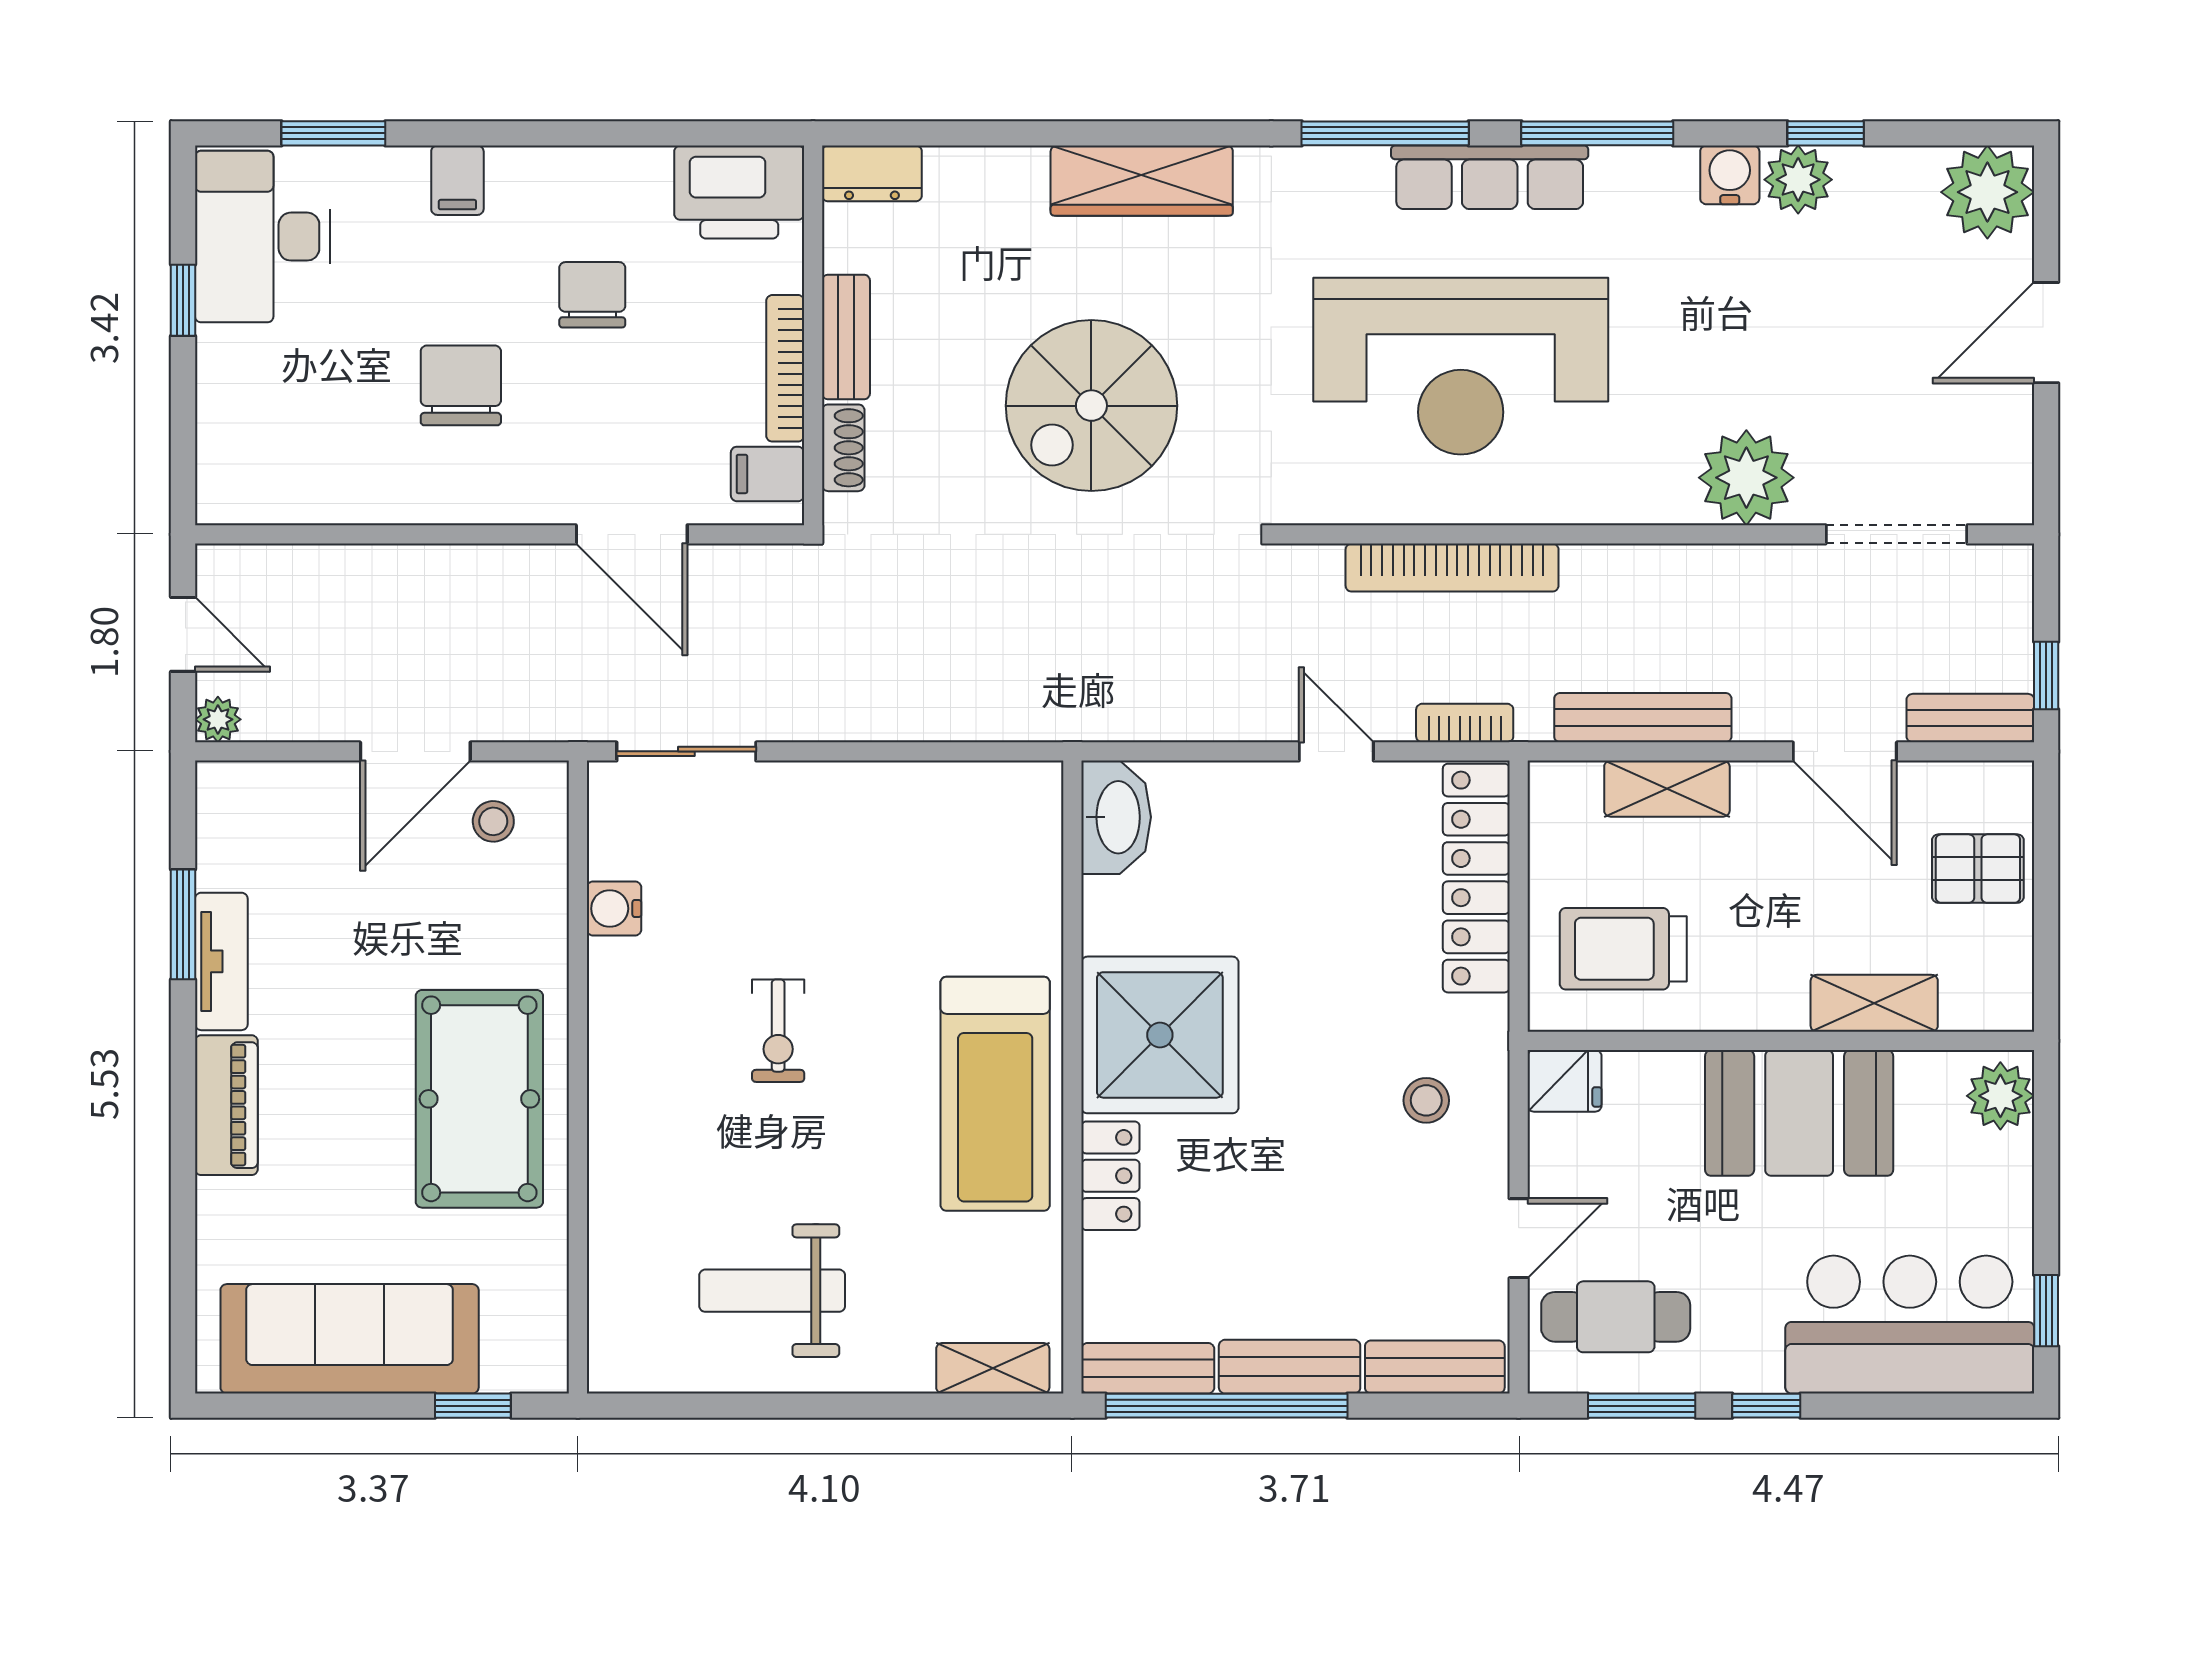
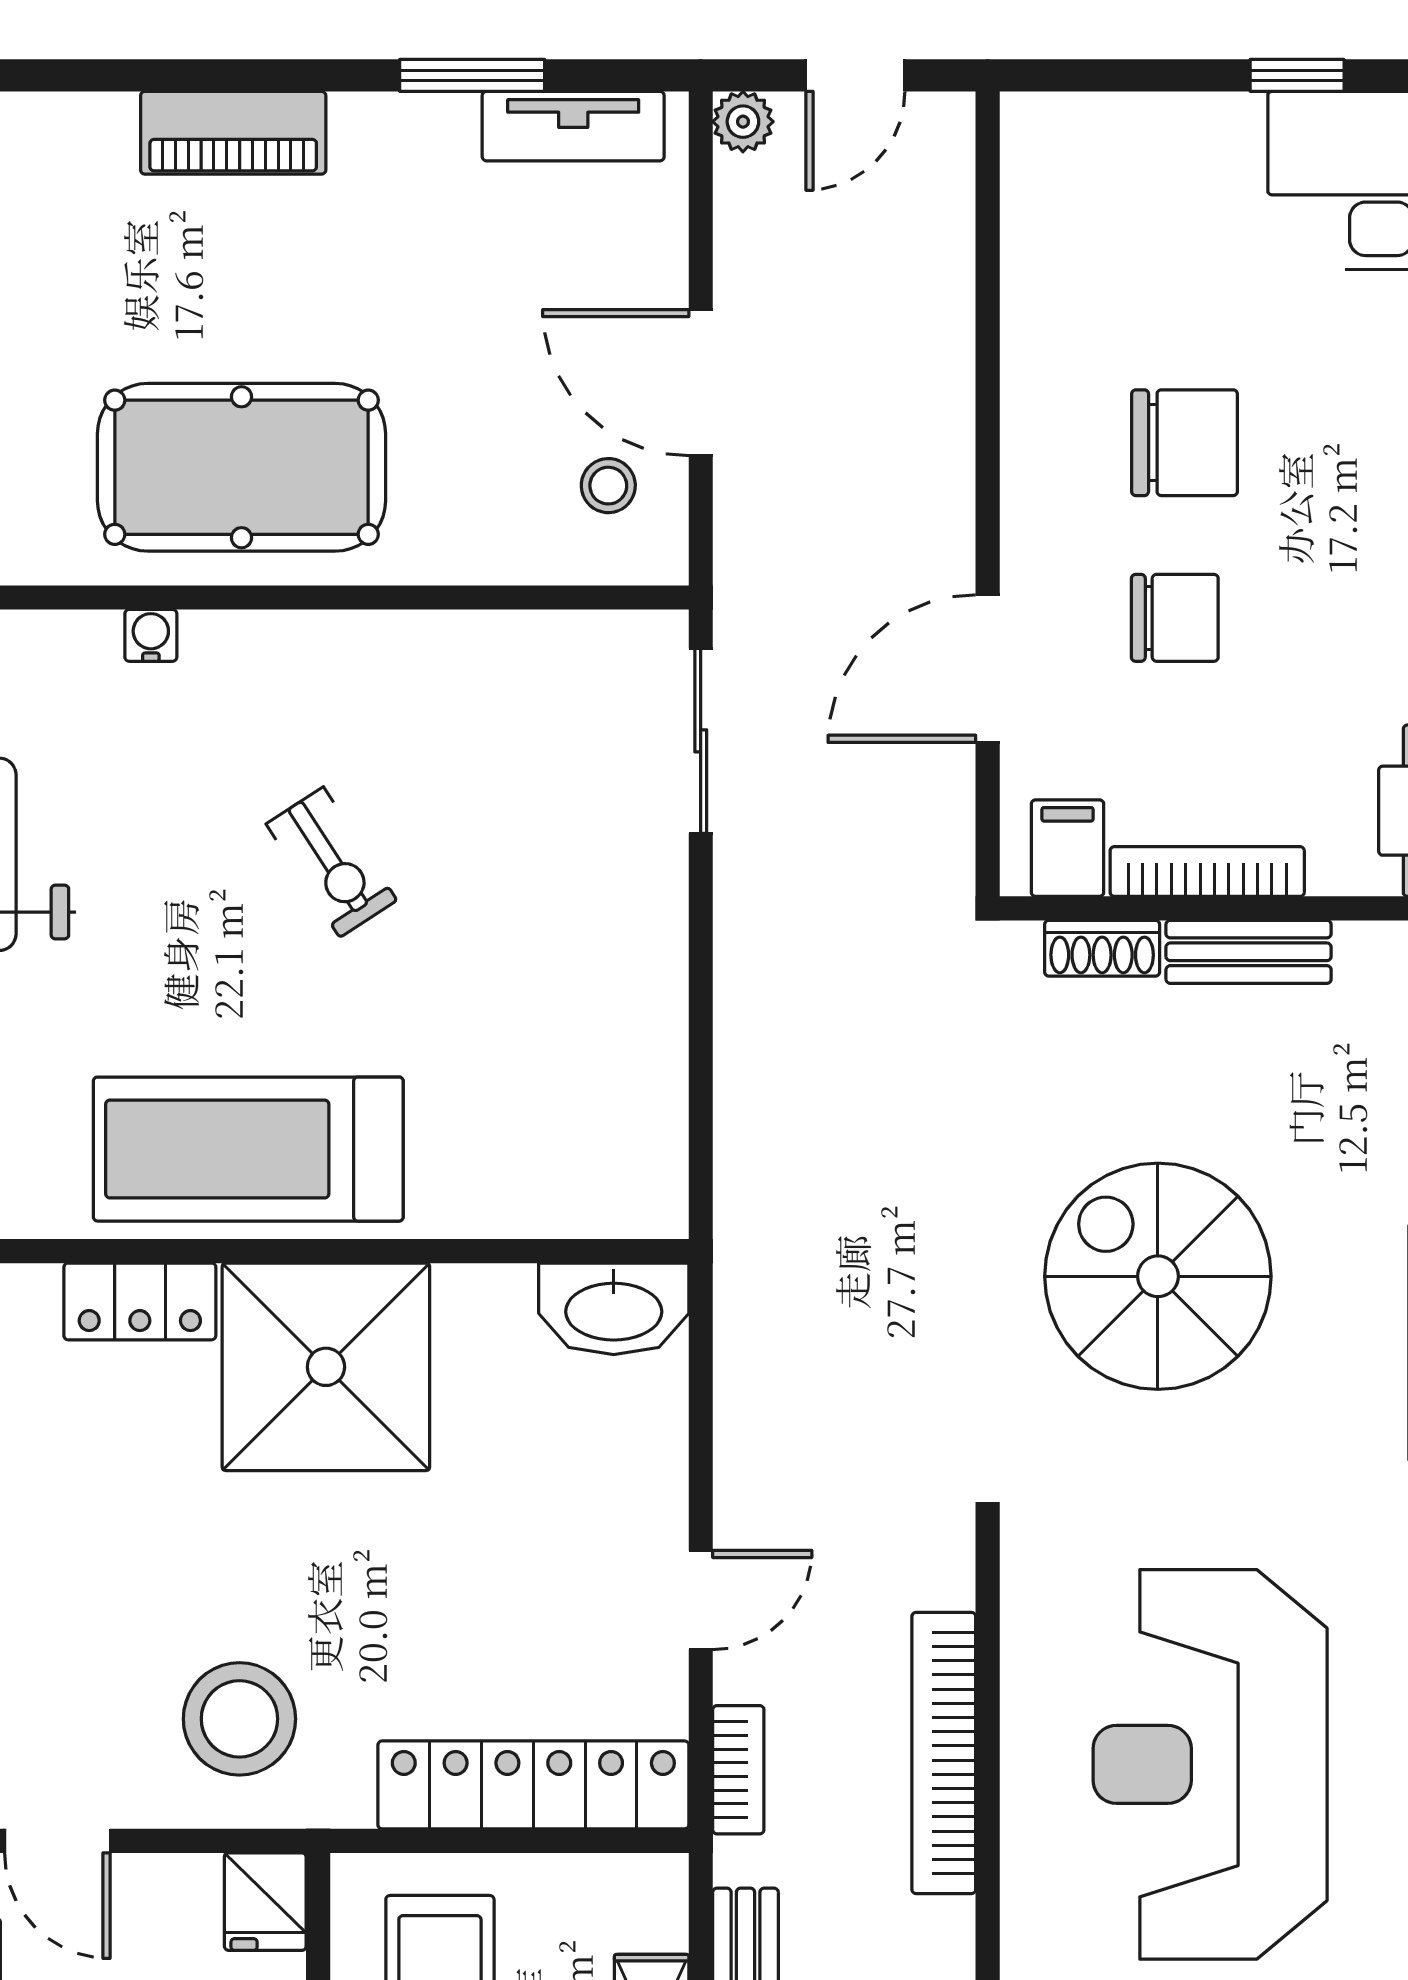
chair: (592, 295) -> (1175, 618), moved
water cooler: (614, 909) -> (151, 635), moved, width x0.72, depth x0.72
tv unit: (221, 961) -> (573, 126), moved
exercise bike: (778, 1031) -> (332, 862), turned -123
stool: (1426, 1100) -> (239, 1719), width x1.89, depth x1.89

